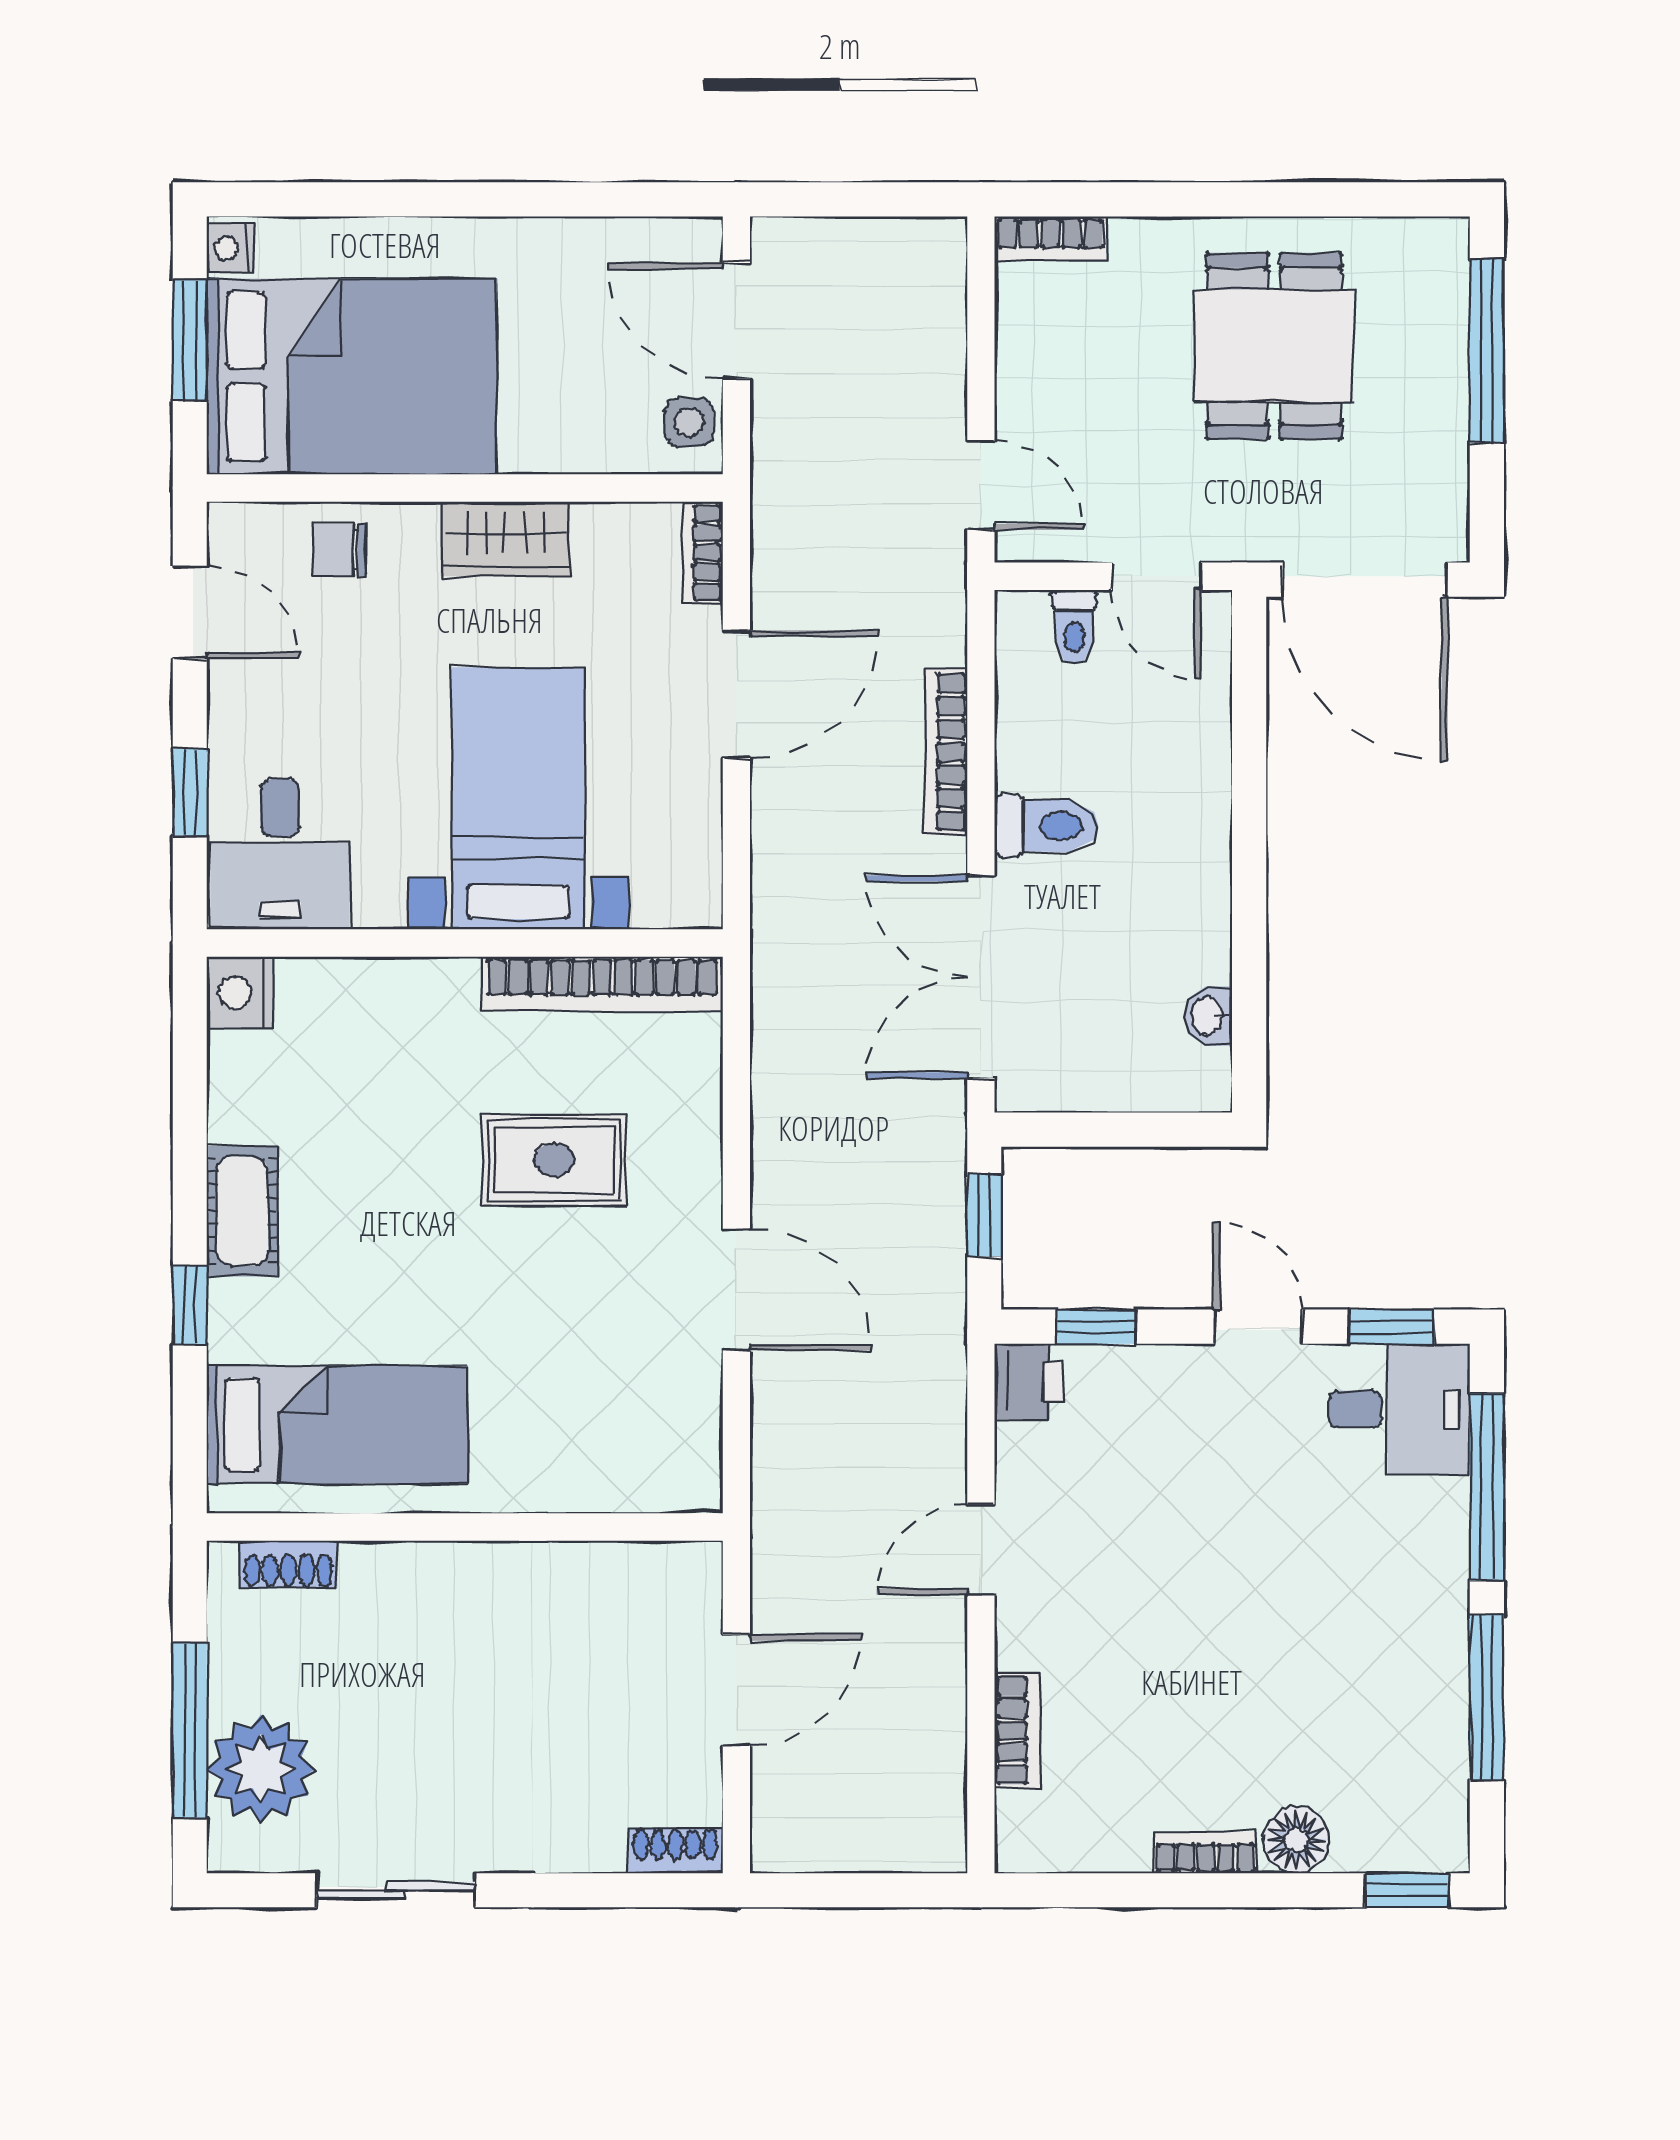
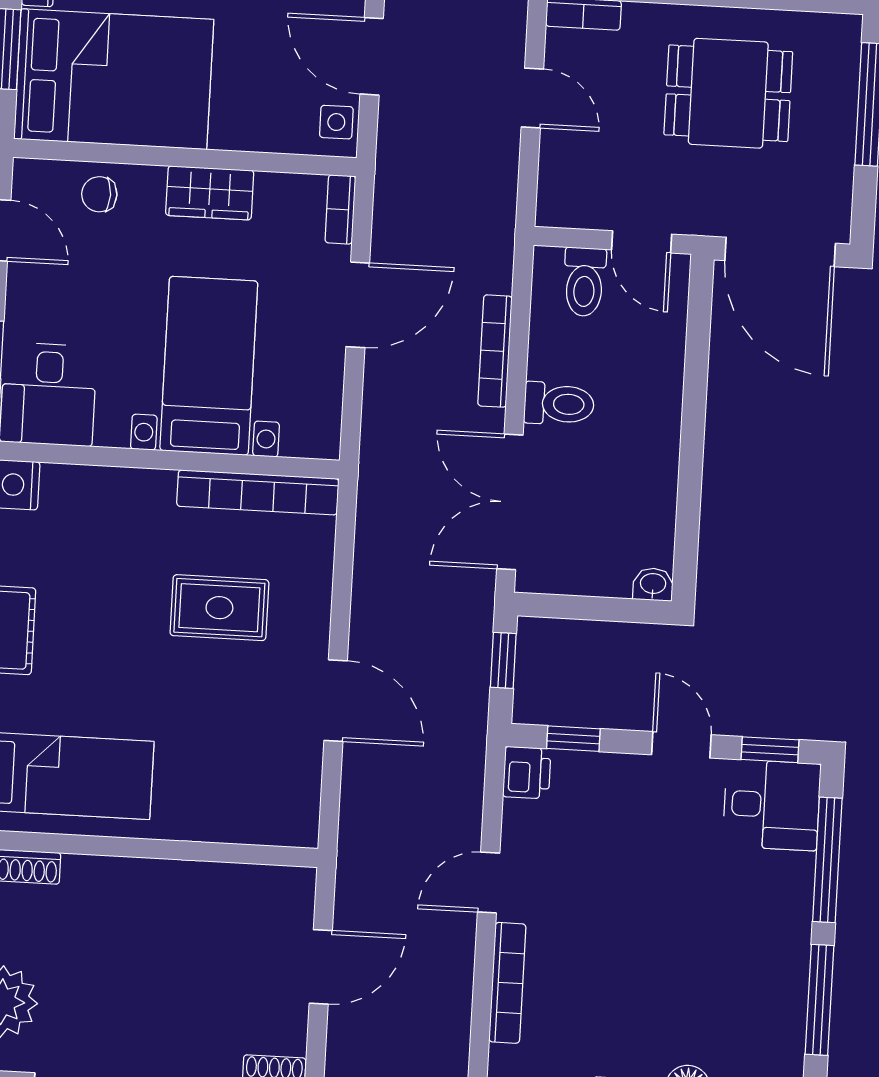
dining table: (1274, 346) -> (728, 93), turned 90
door: (981, 485) -> (532, 98), moved
toilet: (1074, 627) -> (584, 282), width x1.37, depth x1.39
washbasin: (1208, 1016) -> (653, 584), moved, turned 90
bookcase: (1017, 1731) -> (507, 983), width x1.56

